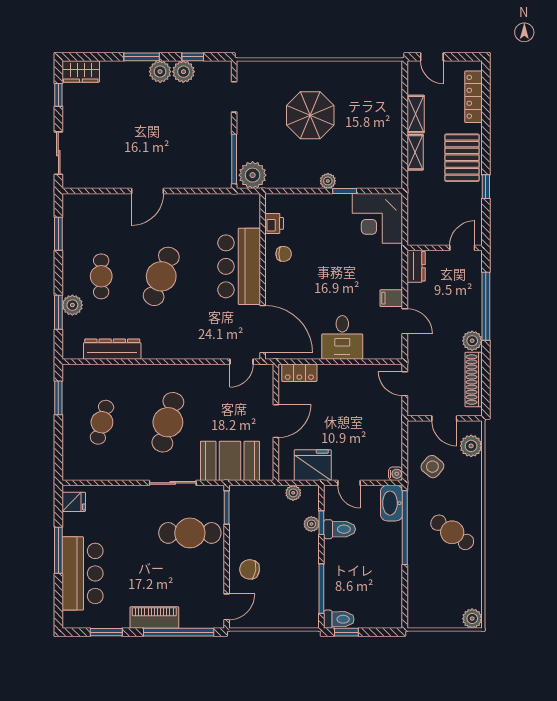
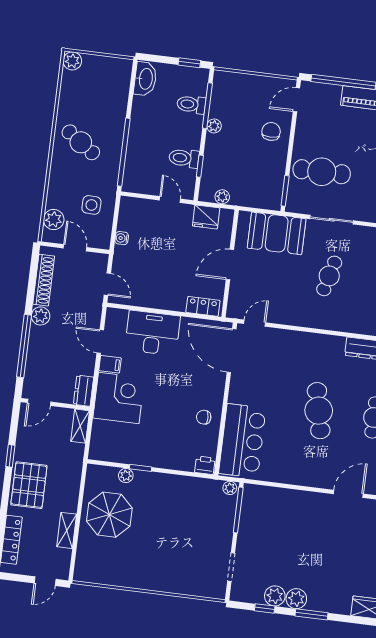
door: (432, 57) -> (45, 581), swing flipped
parasol: (310, 115) -> (109, 515), moved
shelving: (415, 152) -> (80, 426), moved
plant: (253, 175) -> (230, 488), width x0.53, depth x0.53
plant: (328, 181) -> (126, 475), moved
door: (147, 191) -> (348, 494), moved
corner desk: (377, 218) -> (119, 398), moved
printer: (274, 223) -> (205, 465), moved, turned 90
bar counter: (239, 266) -> (242, 441), moved
cafe table: (161, 276) -> (319, 411), turned -33
desk: (342, 337) -> (152, 333), width x1.37
cafe table: (168, 422) -> (329, 276), width x0.73, depth x0.74
fridge: (313, 465) -> (206, 217), width x0.73, depth x0.75
side table: (432, 467) -> (91, 205), turned -37
water cooler: (396, 474) -> (122, 238), moved
washbasin: (392, 503) -> (145, 79), moved
plant: (311, 524) -> (214, 126), moved
chair: (250, 569) -> (271, 131), turned -99
toilet: (339, 619) -> (191, 104), moved

